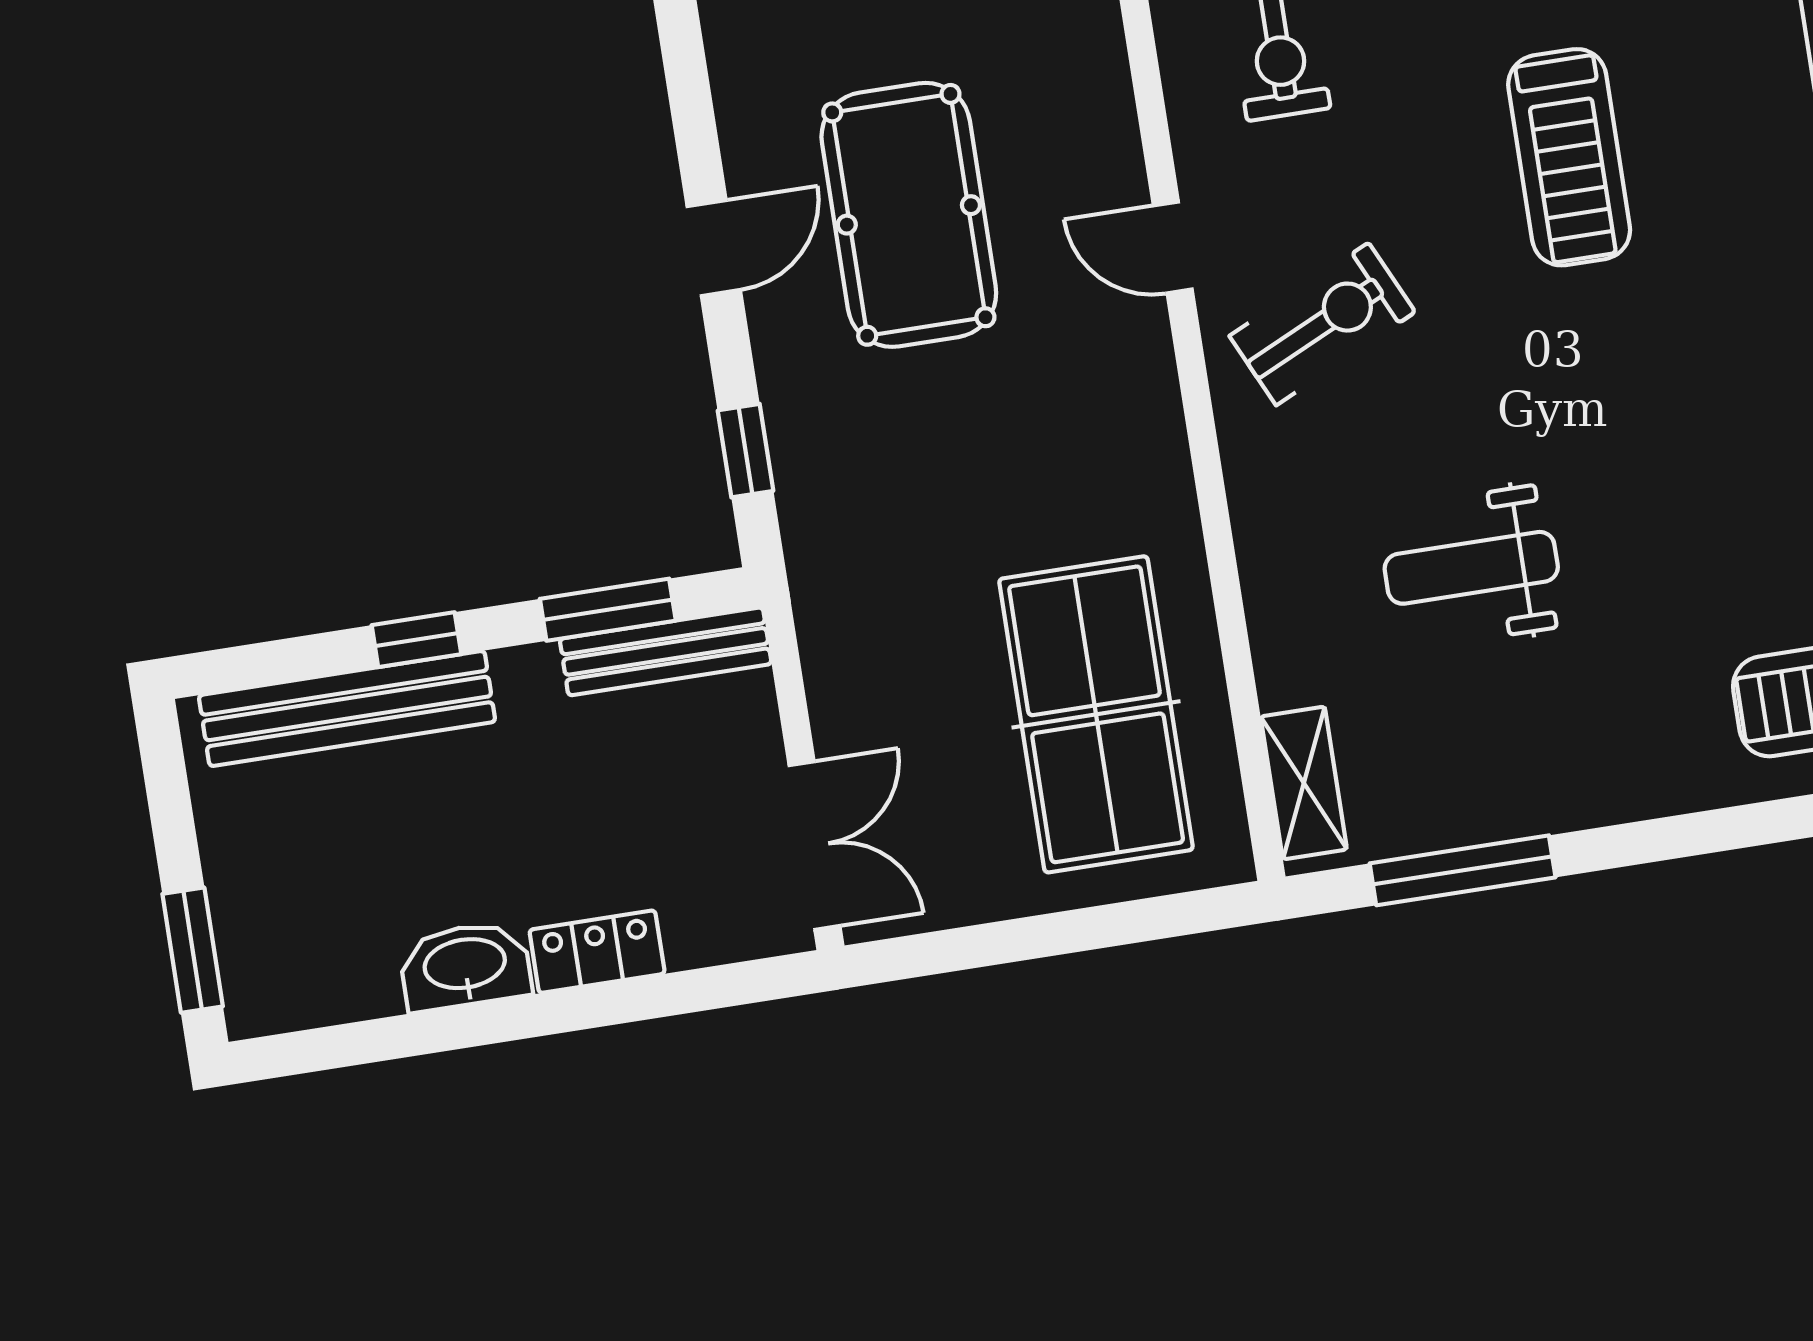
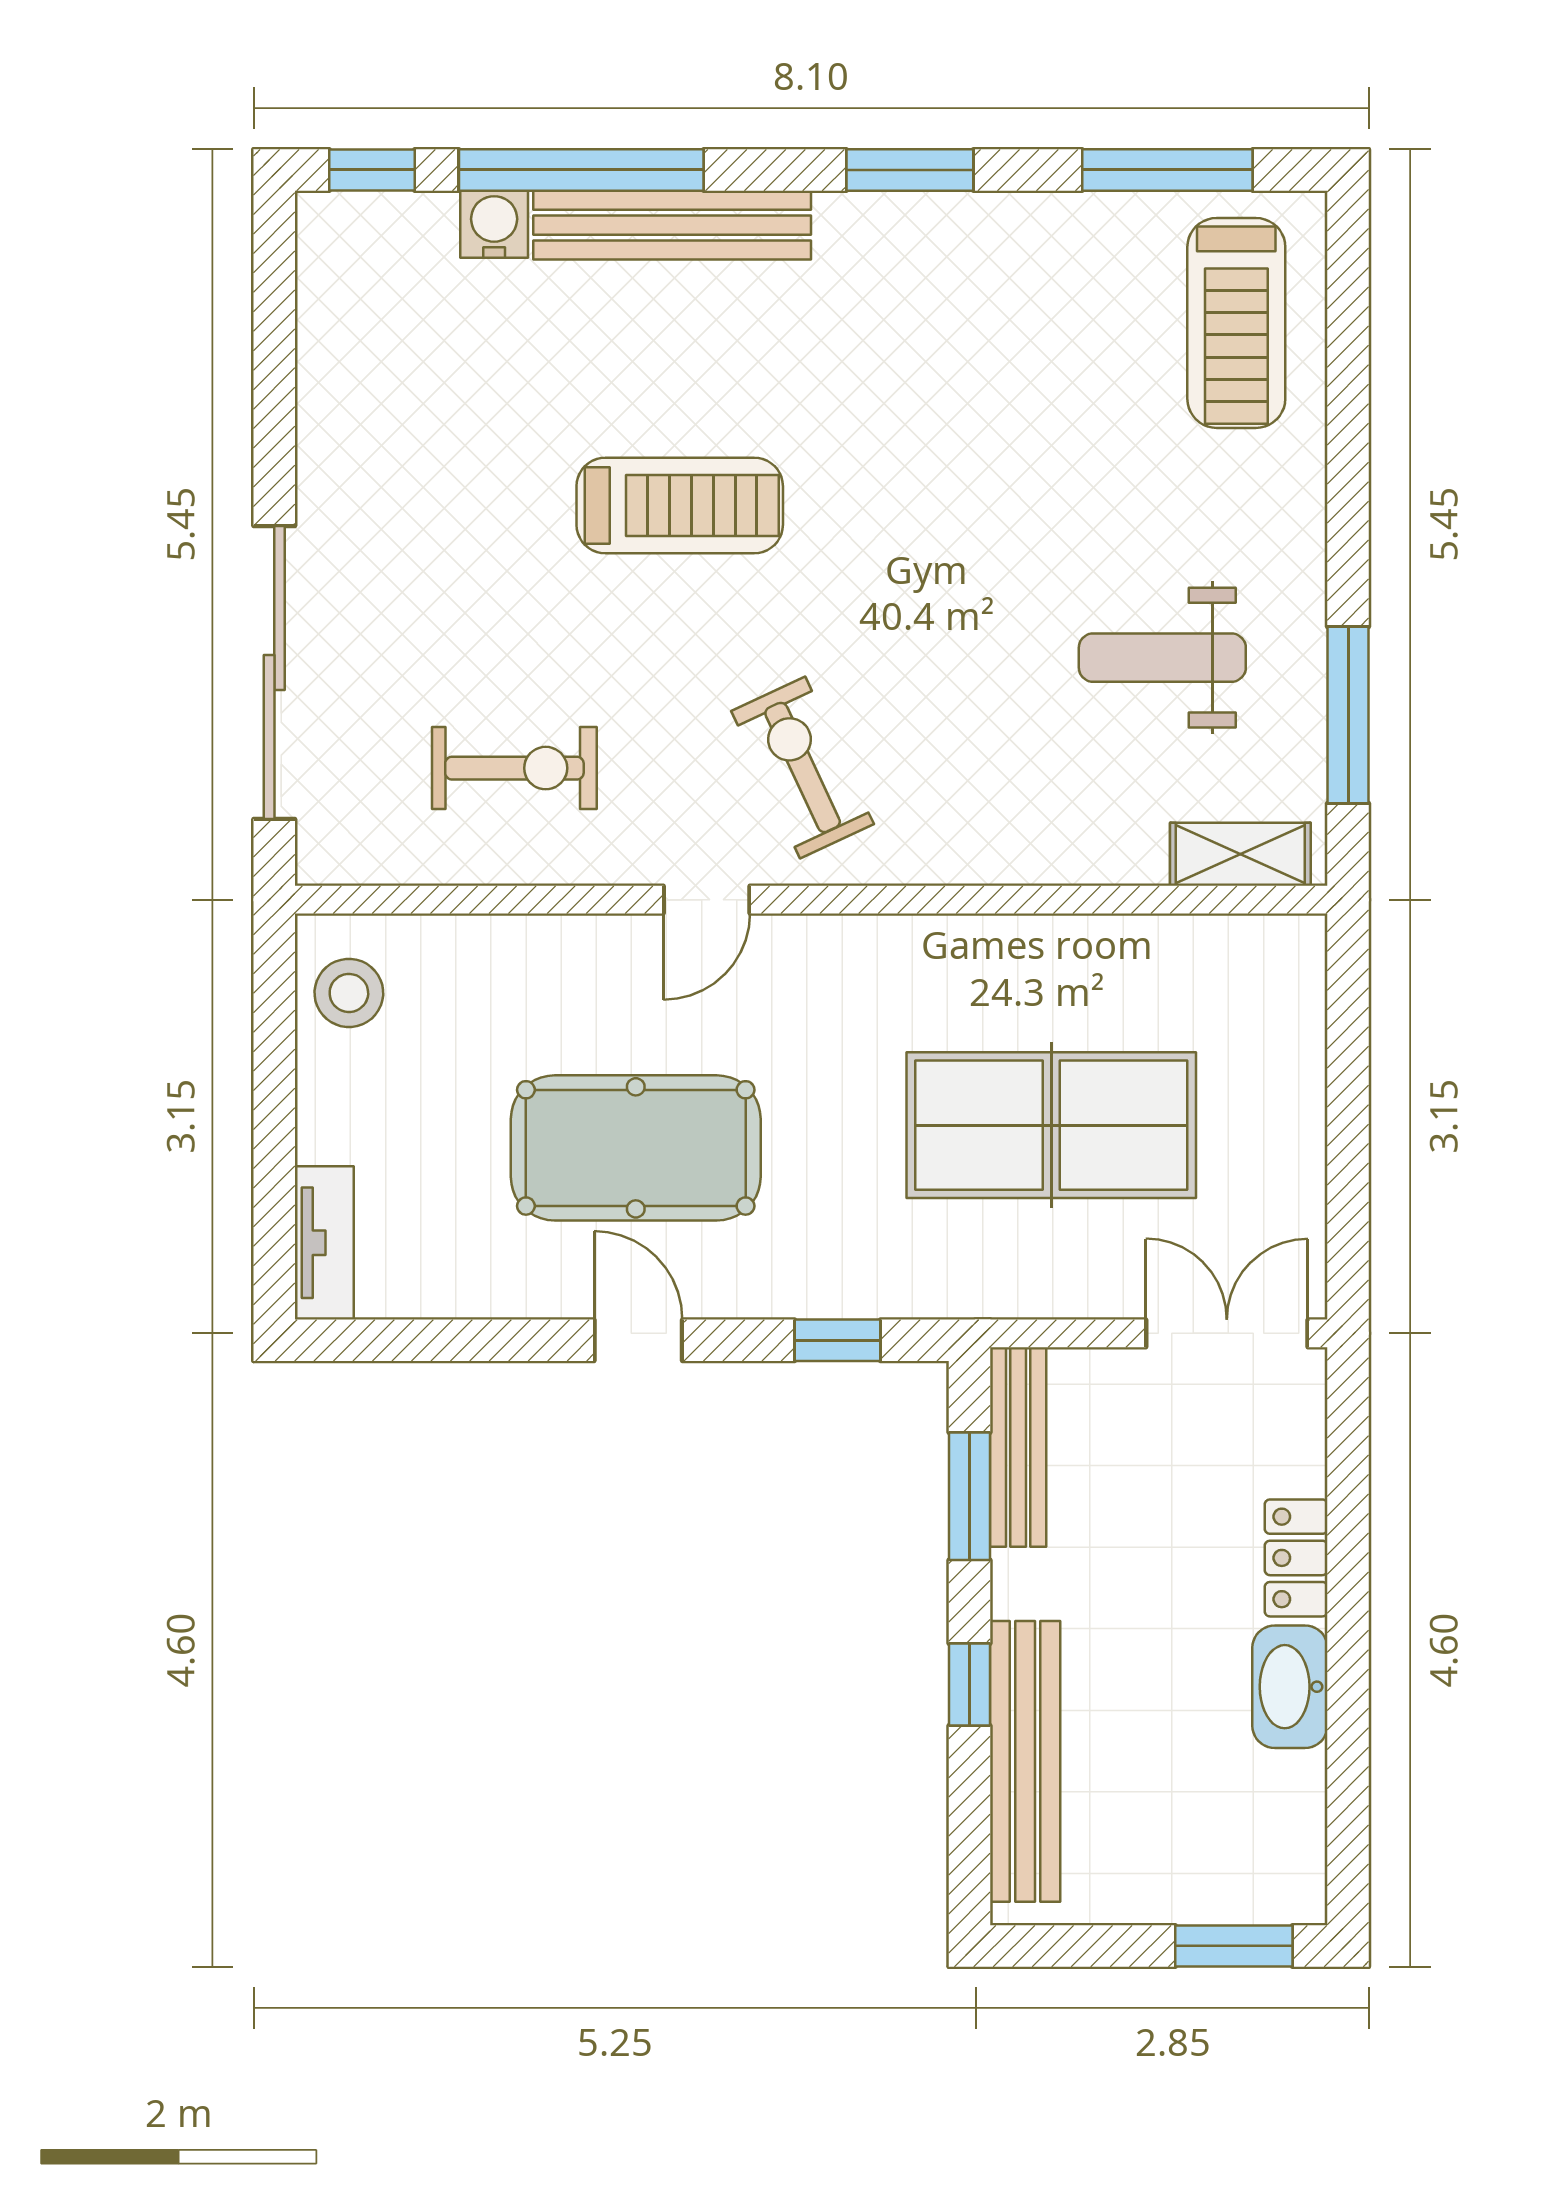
weight bench: (1471, 568) -> (1162, 658), moved, turned 90
table tennis table: (1096, 714) -> (1051, 1125), moved

